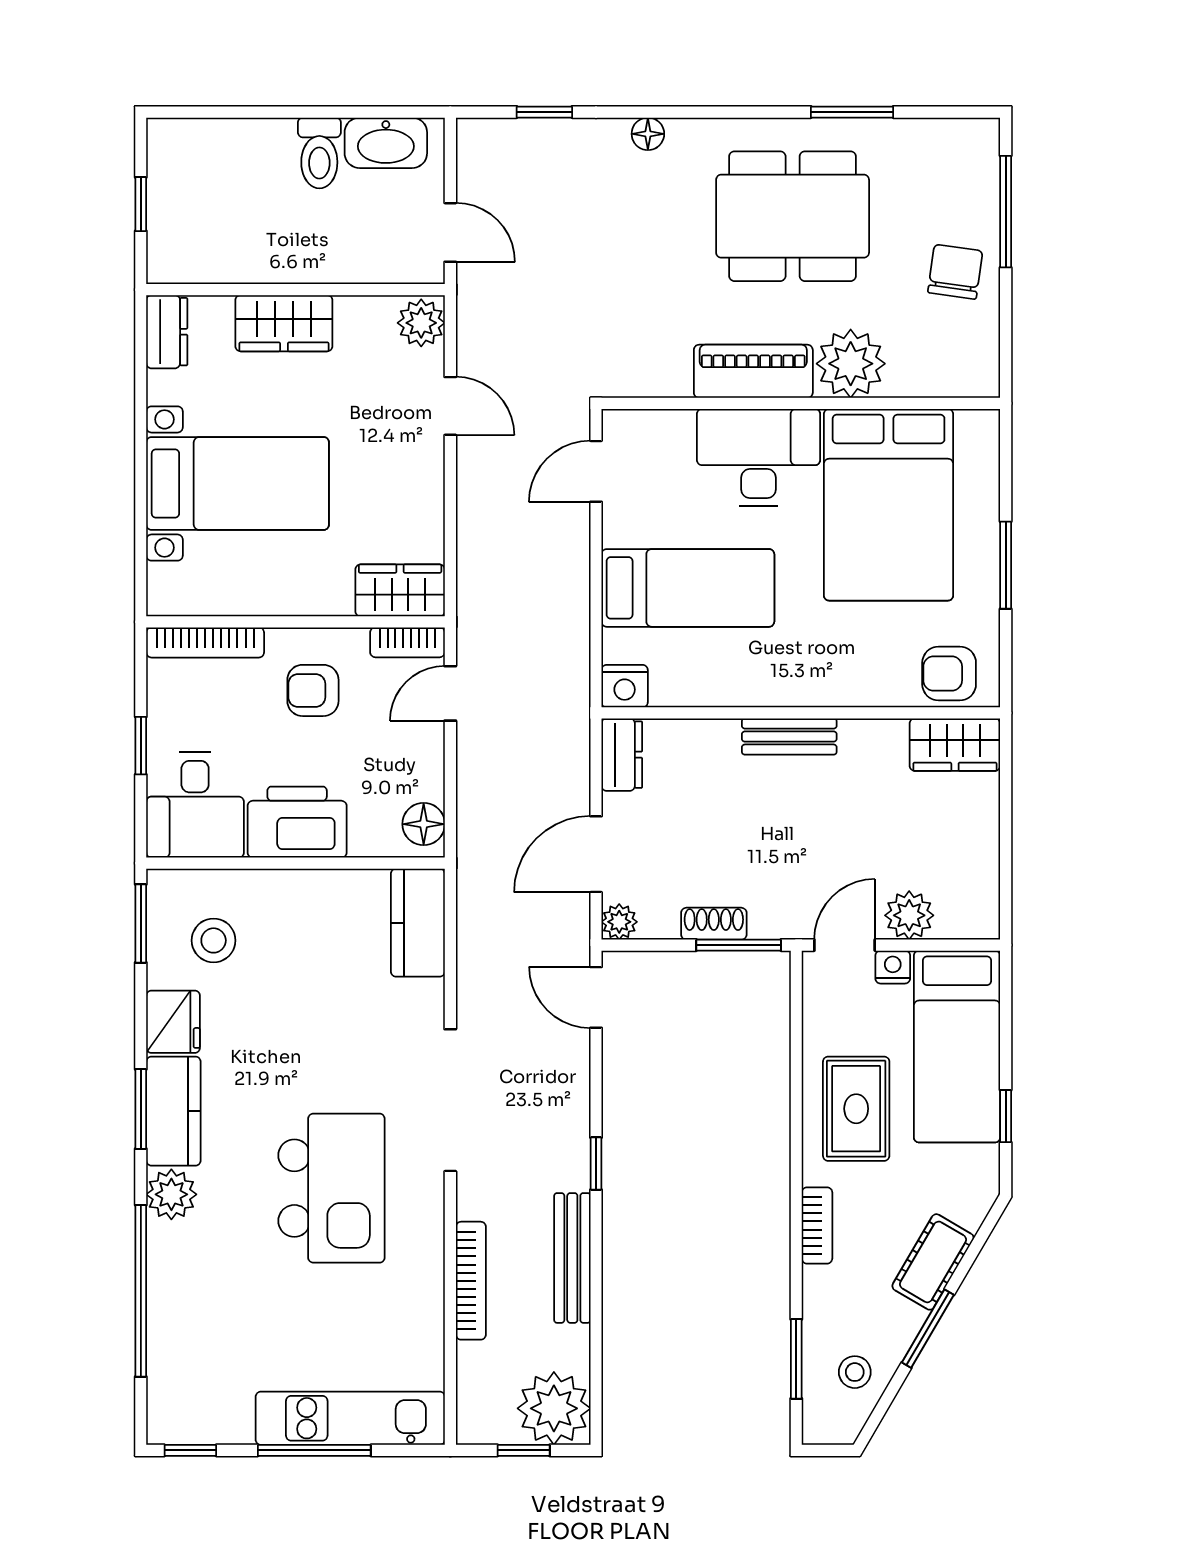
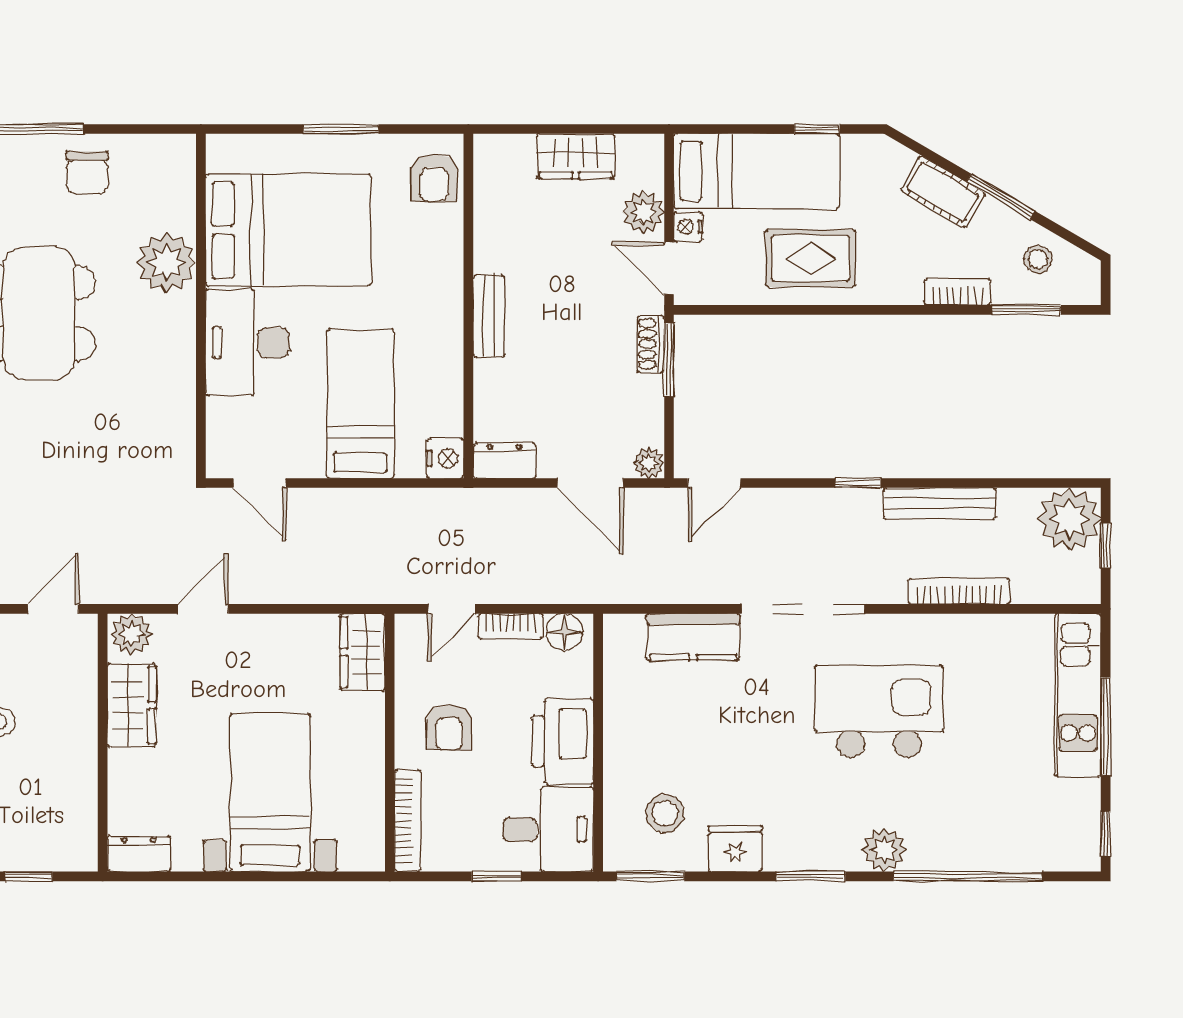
chair: (955, 272) -> (87, 173), turned -98
wardrobe: (284, 323) -> (132, 705), moved
piano: (753, 371) -> (173, 347), removed
bookcase: (407, 642) -> (511, 627), moved, turned 90
door: (450, 693) -> (451, 609), hinge flipped
wardrobe: (955, 745) -> (576, 156), moved, turned 90
kitchen counter: (418, 923) -> (693, 637), moved
shoe rack: (714, 924) -> (651, 344), moved
kitchen counter: (173, 1111) -> (812, 848), removed
bookcase: (817, 1225) -> (957, 292), moved

